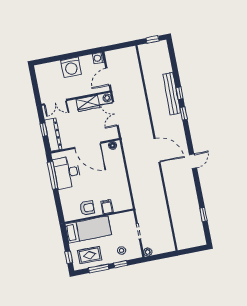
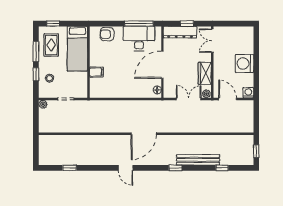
window: (180, 93) -> (222, 168), moved
armchair: (87, 208) -> (107, 34), moved, turned 90

